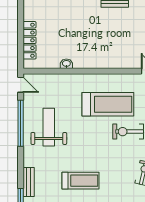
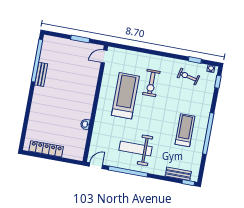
locker: (29, 40) -> (46, 149), moved

